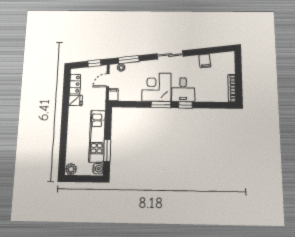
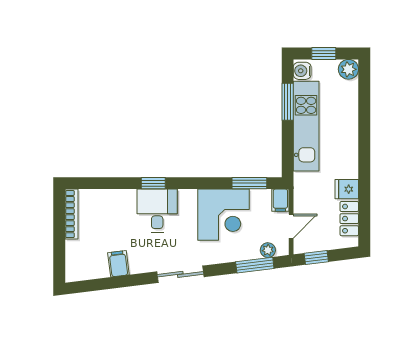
corner desk: (156, 87) -> (224, 215), moved
window: (161, 105) -> (249, 183), moved
window: (85, 179) -> (324, 54), added

